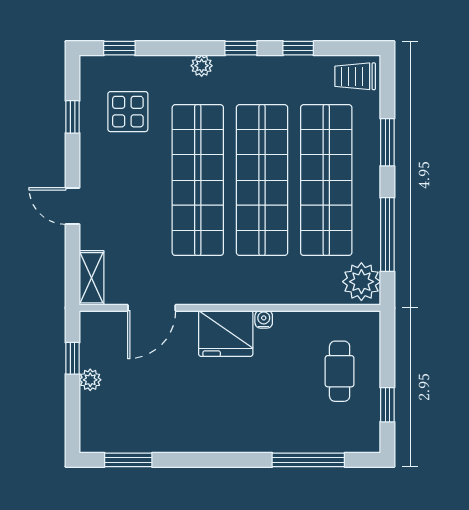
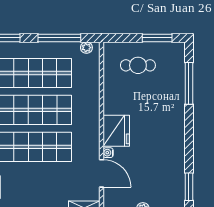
plant: (361, 282) -> (86, 48), width x0.53, depth x0.53
water cooler: (264, 319) -> (108, 153), moved
window: (387, 405) -> (157, 38), width x1.50

